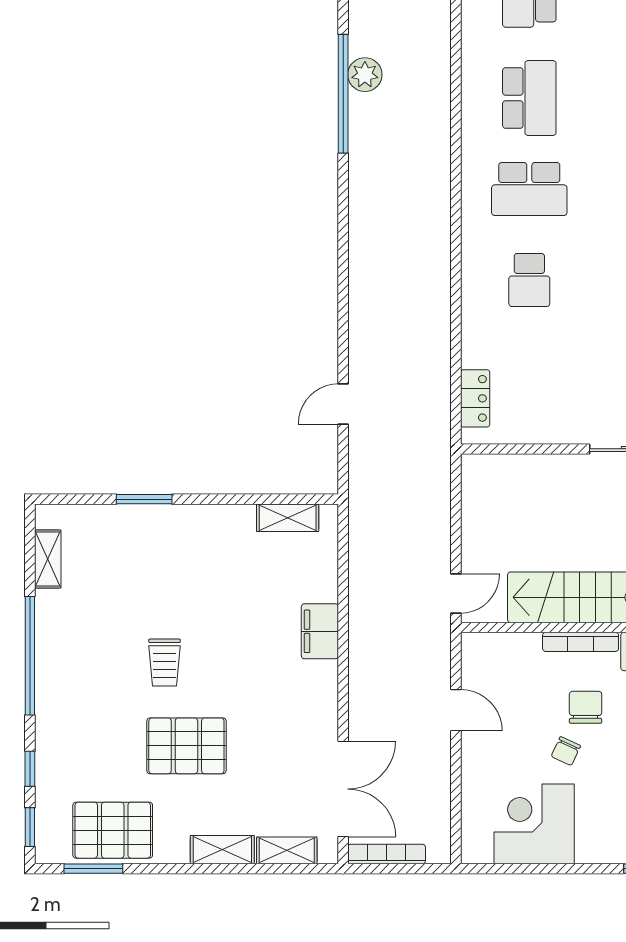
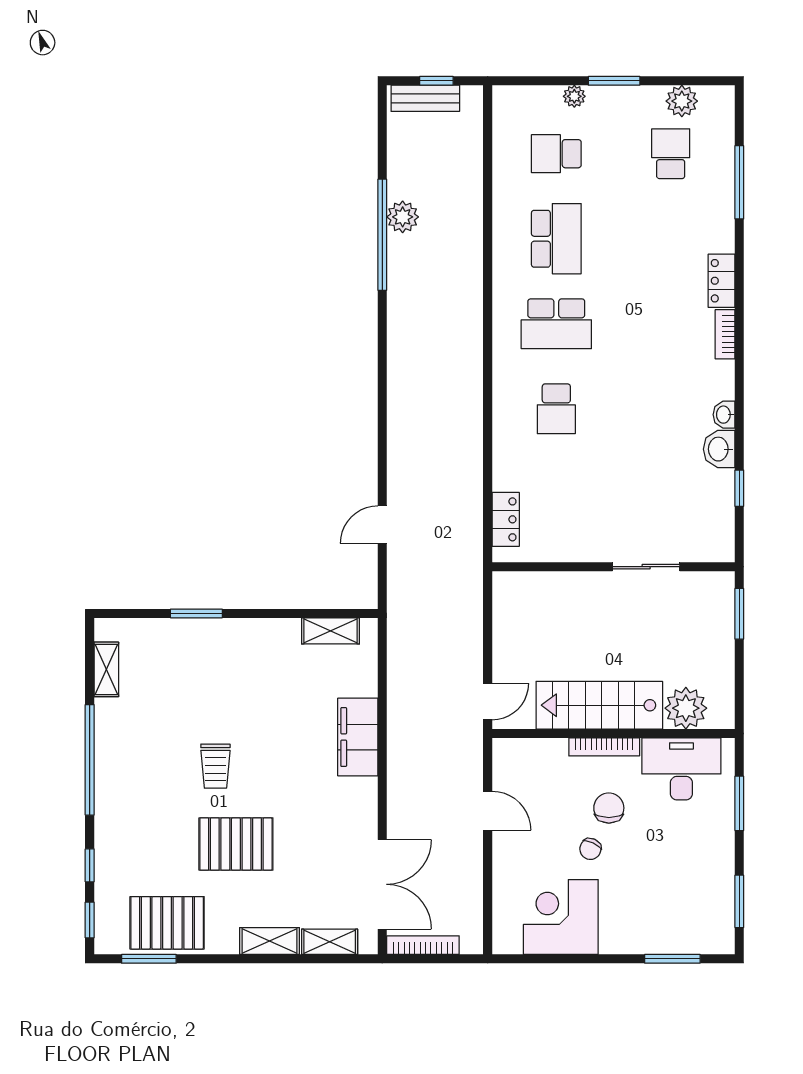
filing cabinet: (320, 631) -> (358, 737), width x1.50, depth x1.17

